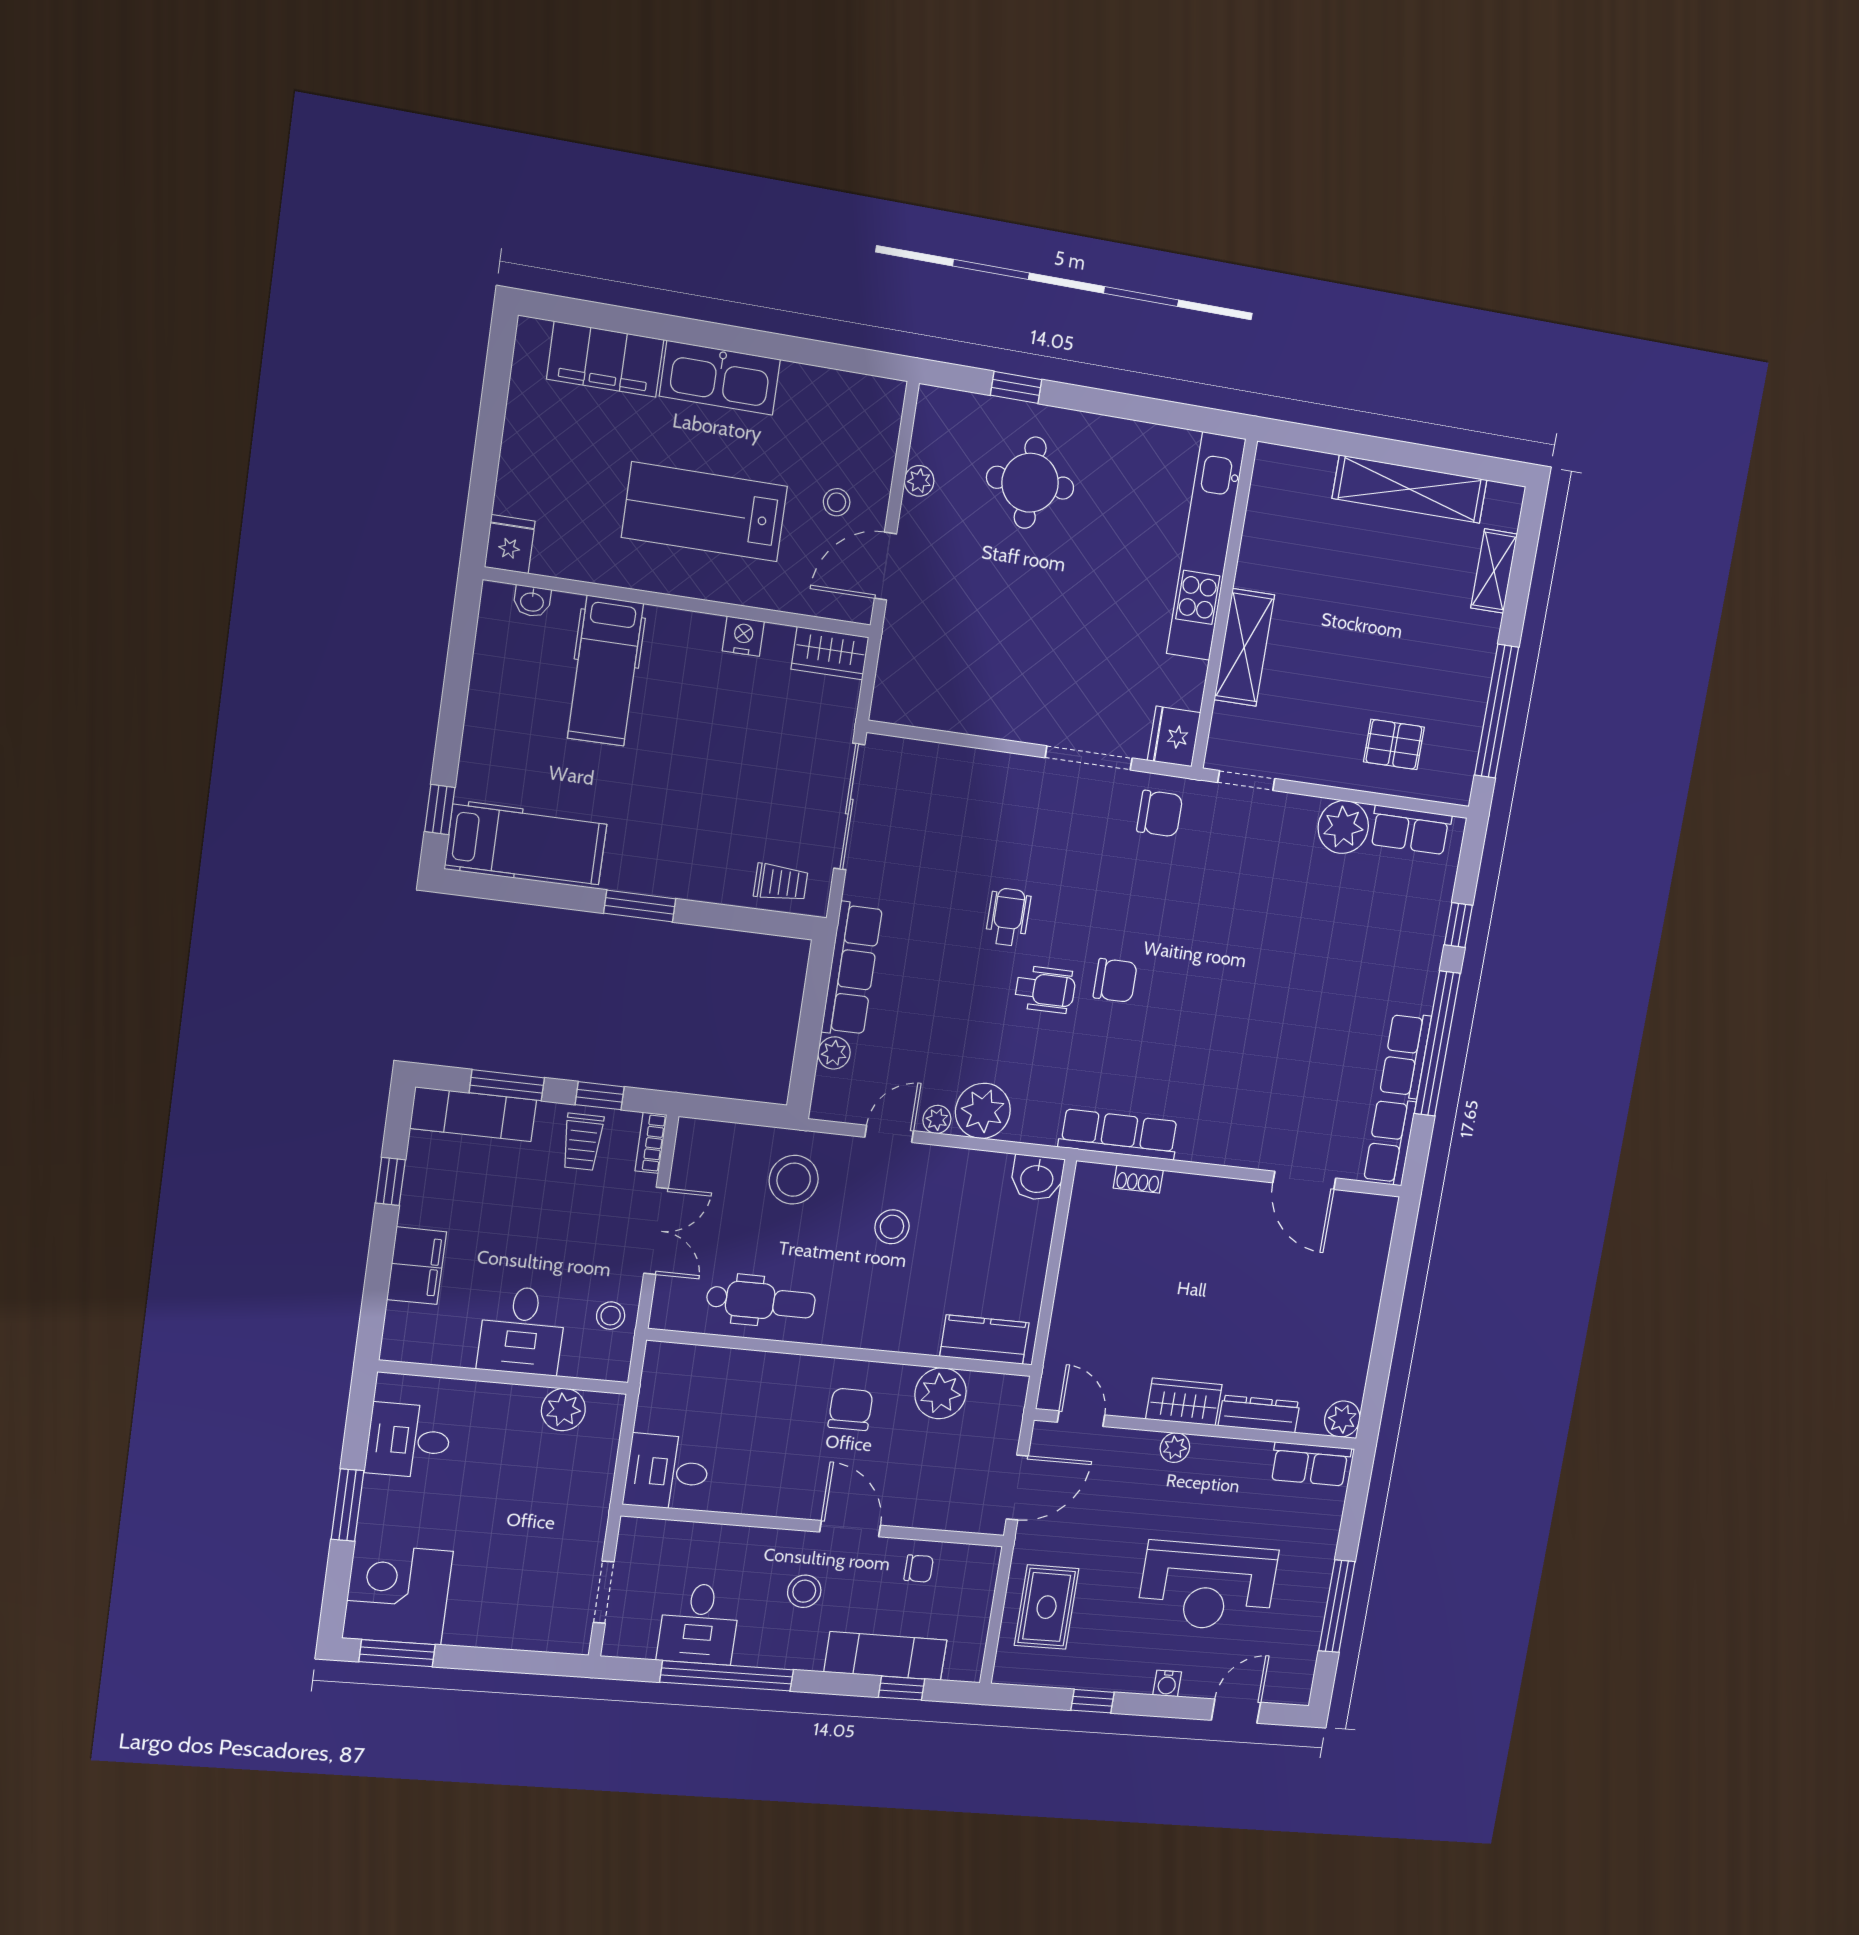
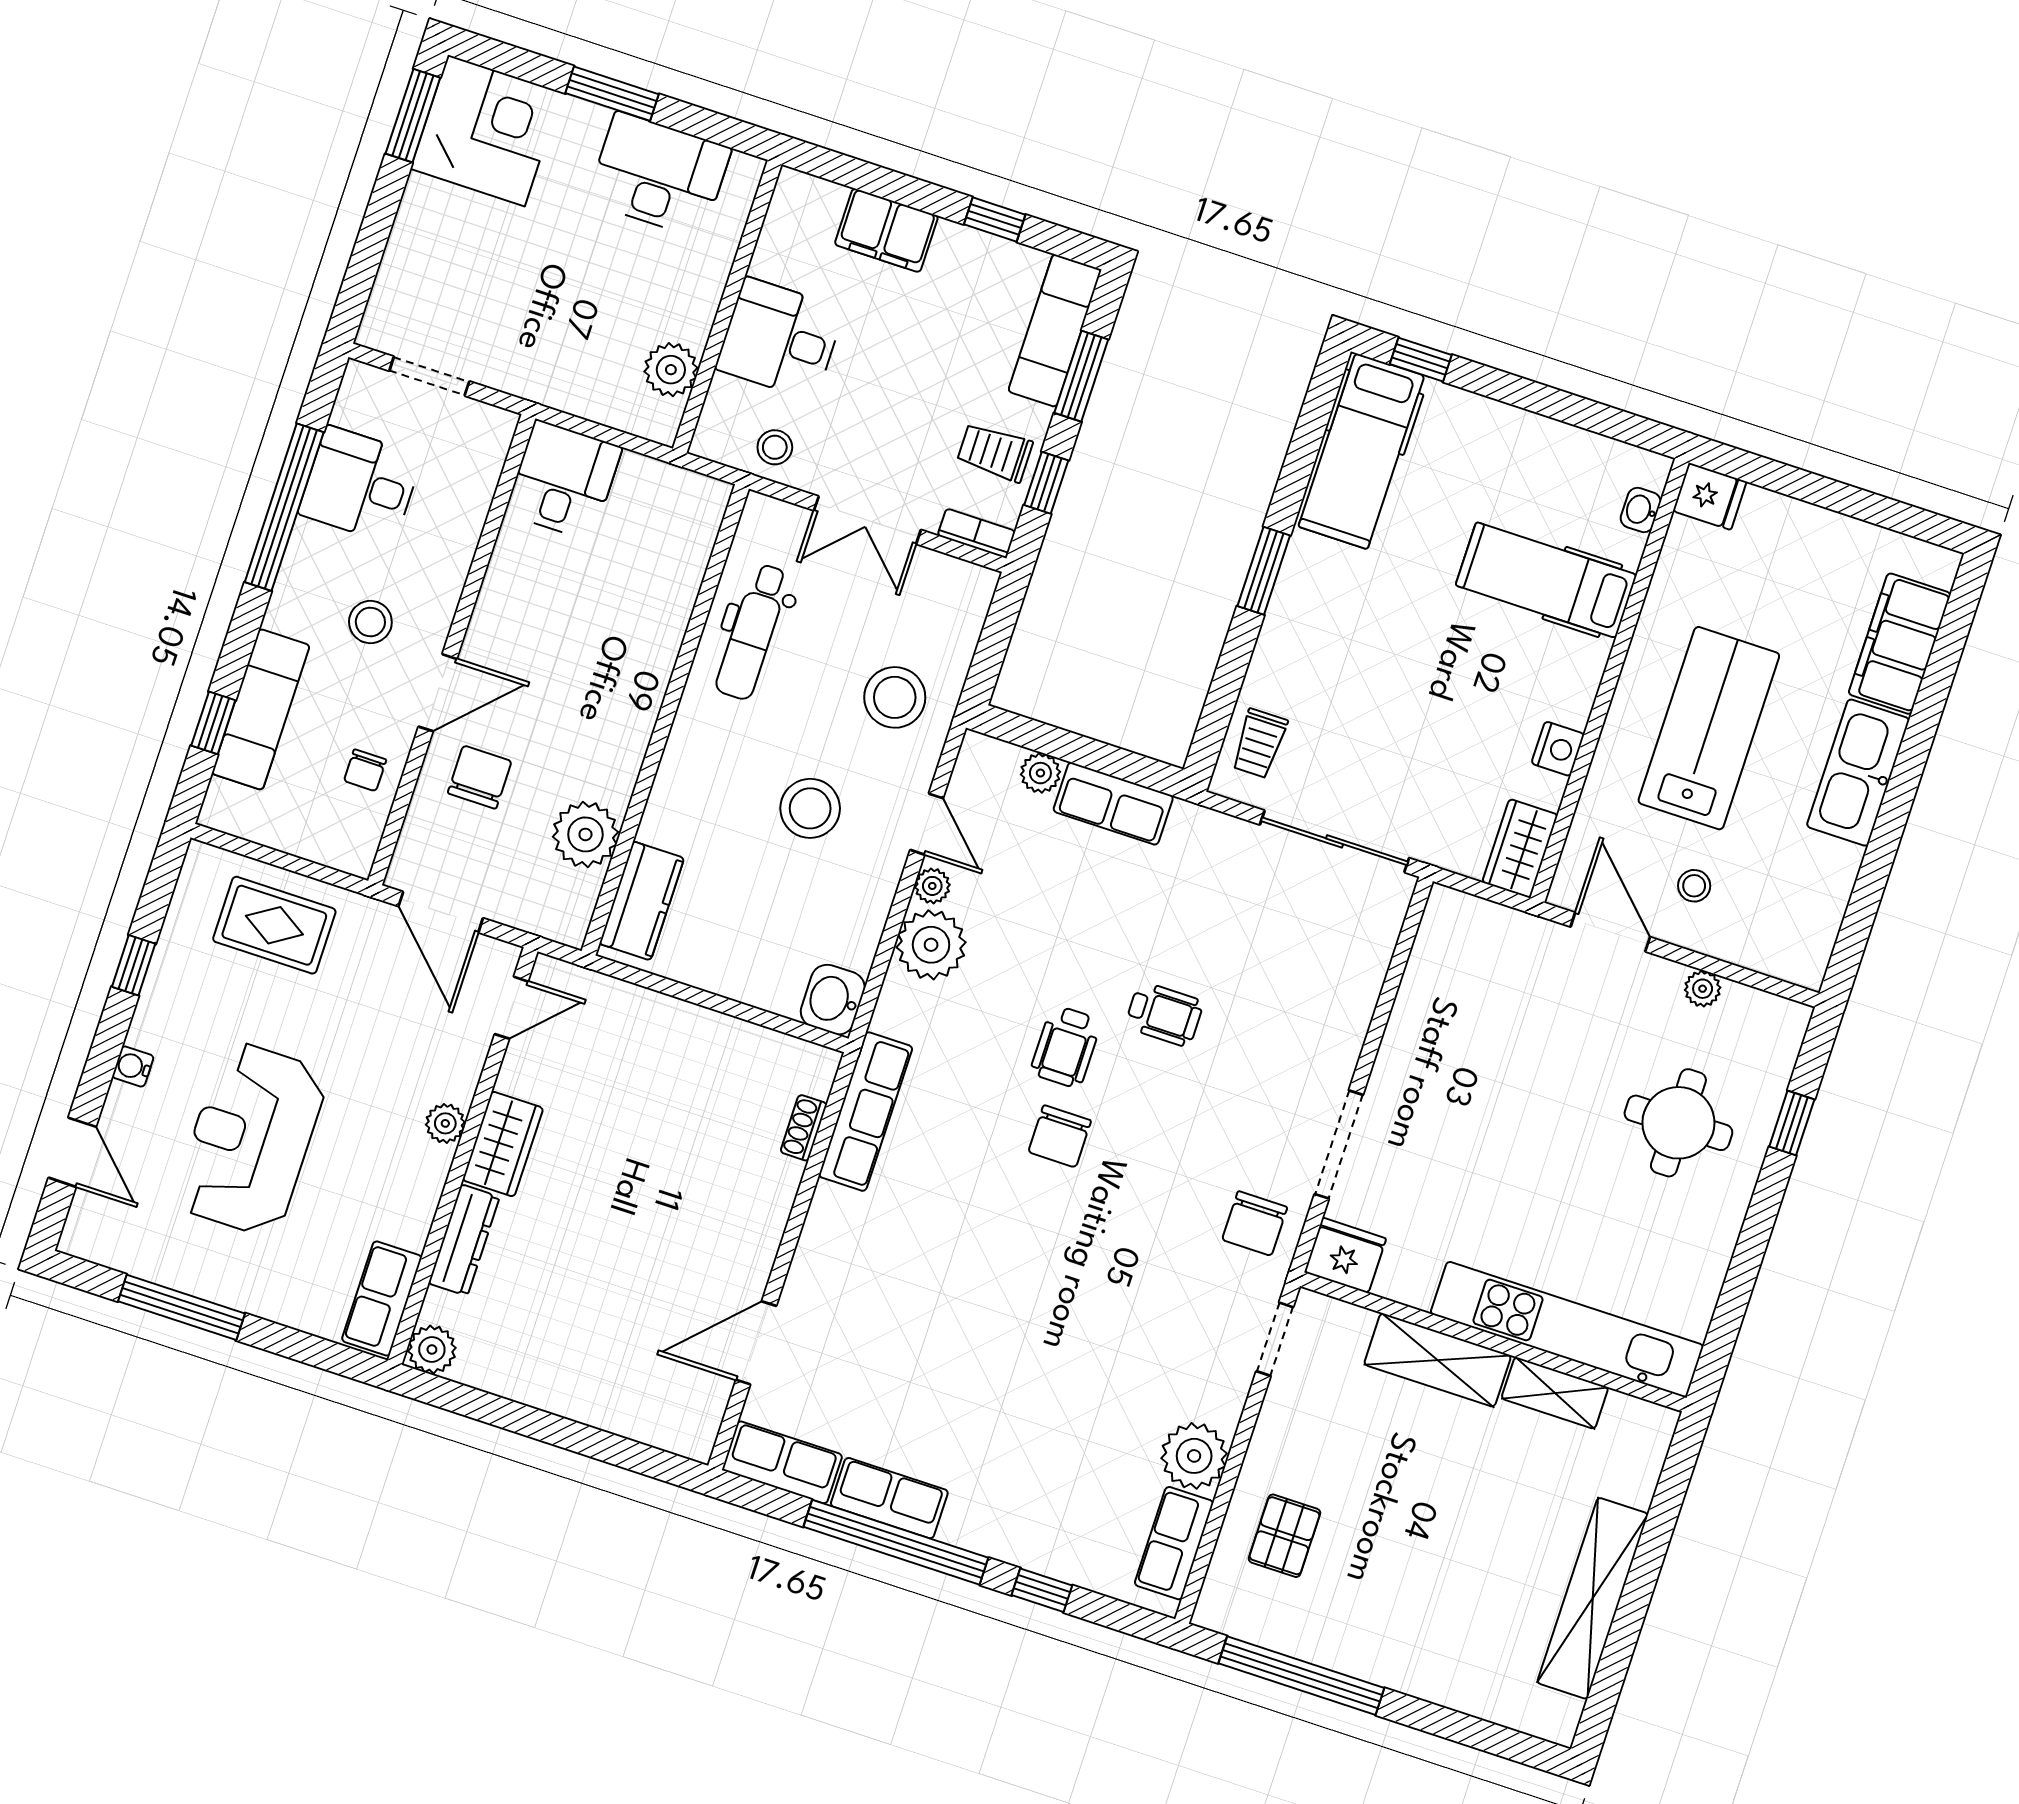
shelving: (1494, 571) -> (1555, 1393), moved
row of seats: (852, 969) -> (1113, 804), width x0.68
stool: (892, 1227) -> (810, 808), width x1.38, depth x1.38
chair: (850, 1409) -> (480, 777), moved, turned -90
desk: (409, 1441) -> (659, 175), width x1.37

